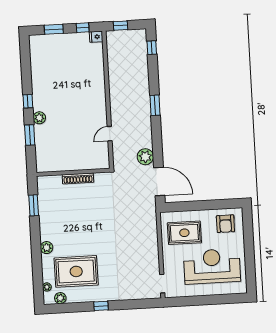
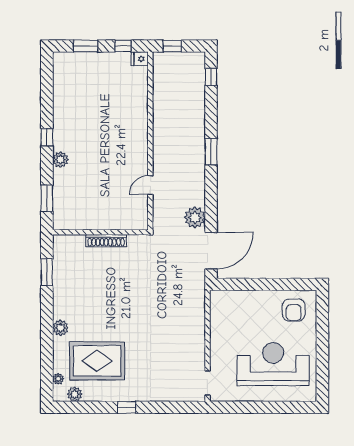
window: (30, 135) -> (47, 198), moved
door: (159, 182) -> (211, 251), hinge flipped
rug: (184, 233) -> (240, 319), removed

